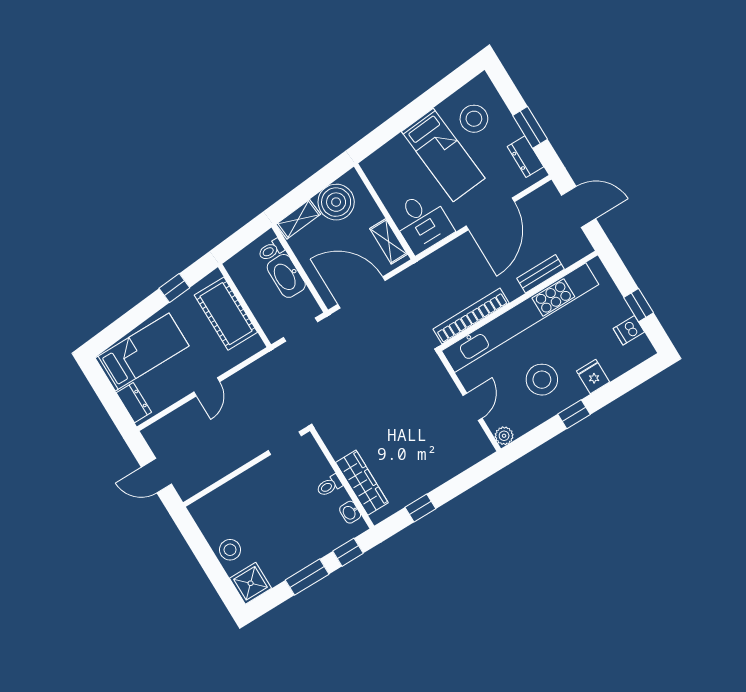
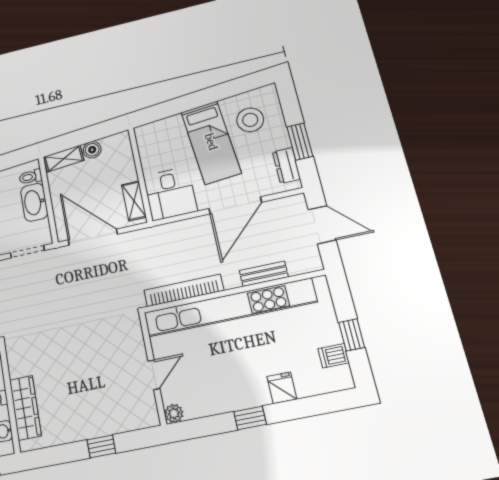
boiler: (336, 202) -> (92, 150), width x0.54, depth x0.54
stool: (542, 380) -> (230, 373), removed
window: (420, 508) -> (101, 446), moved

